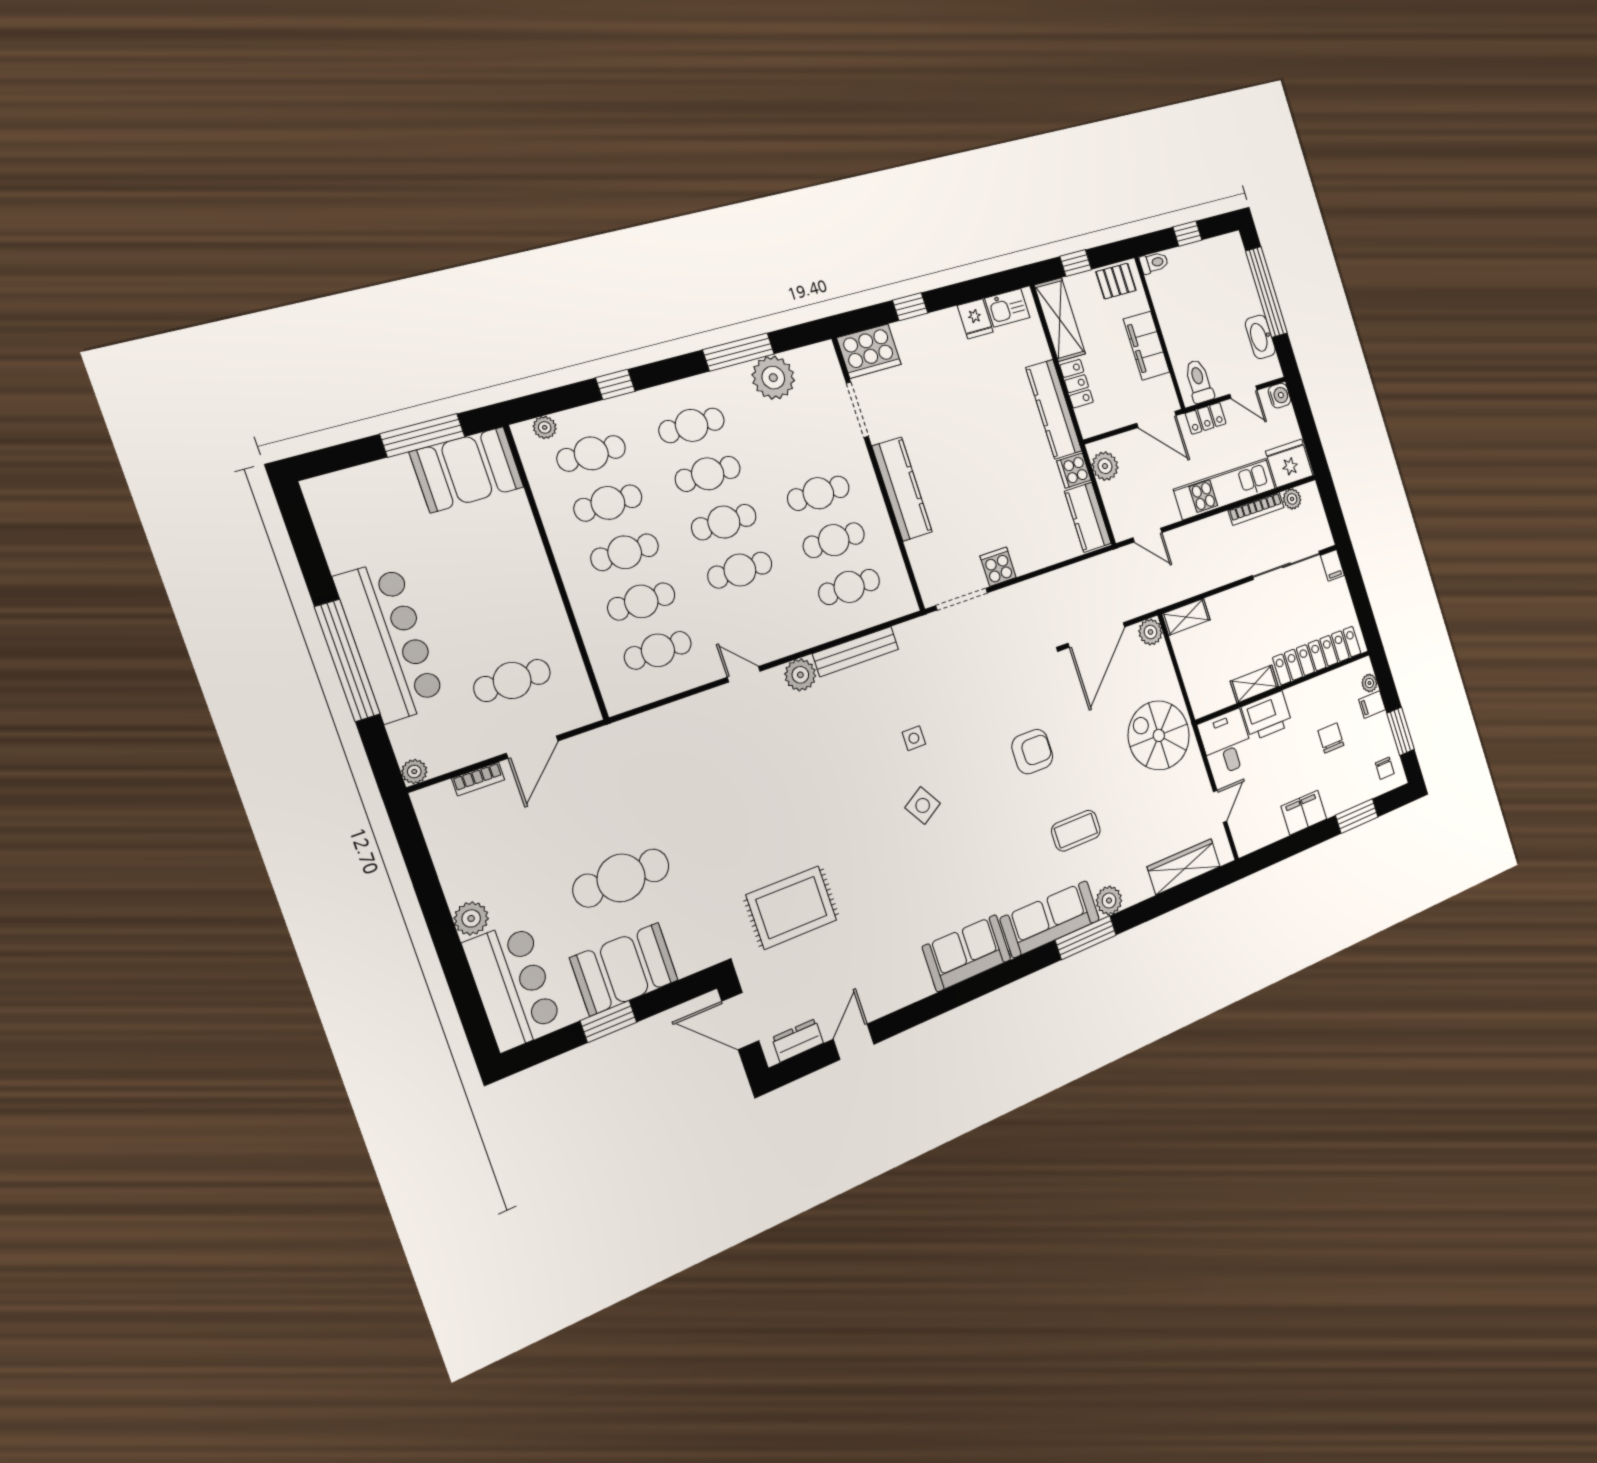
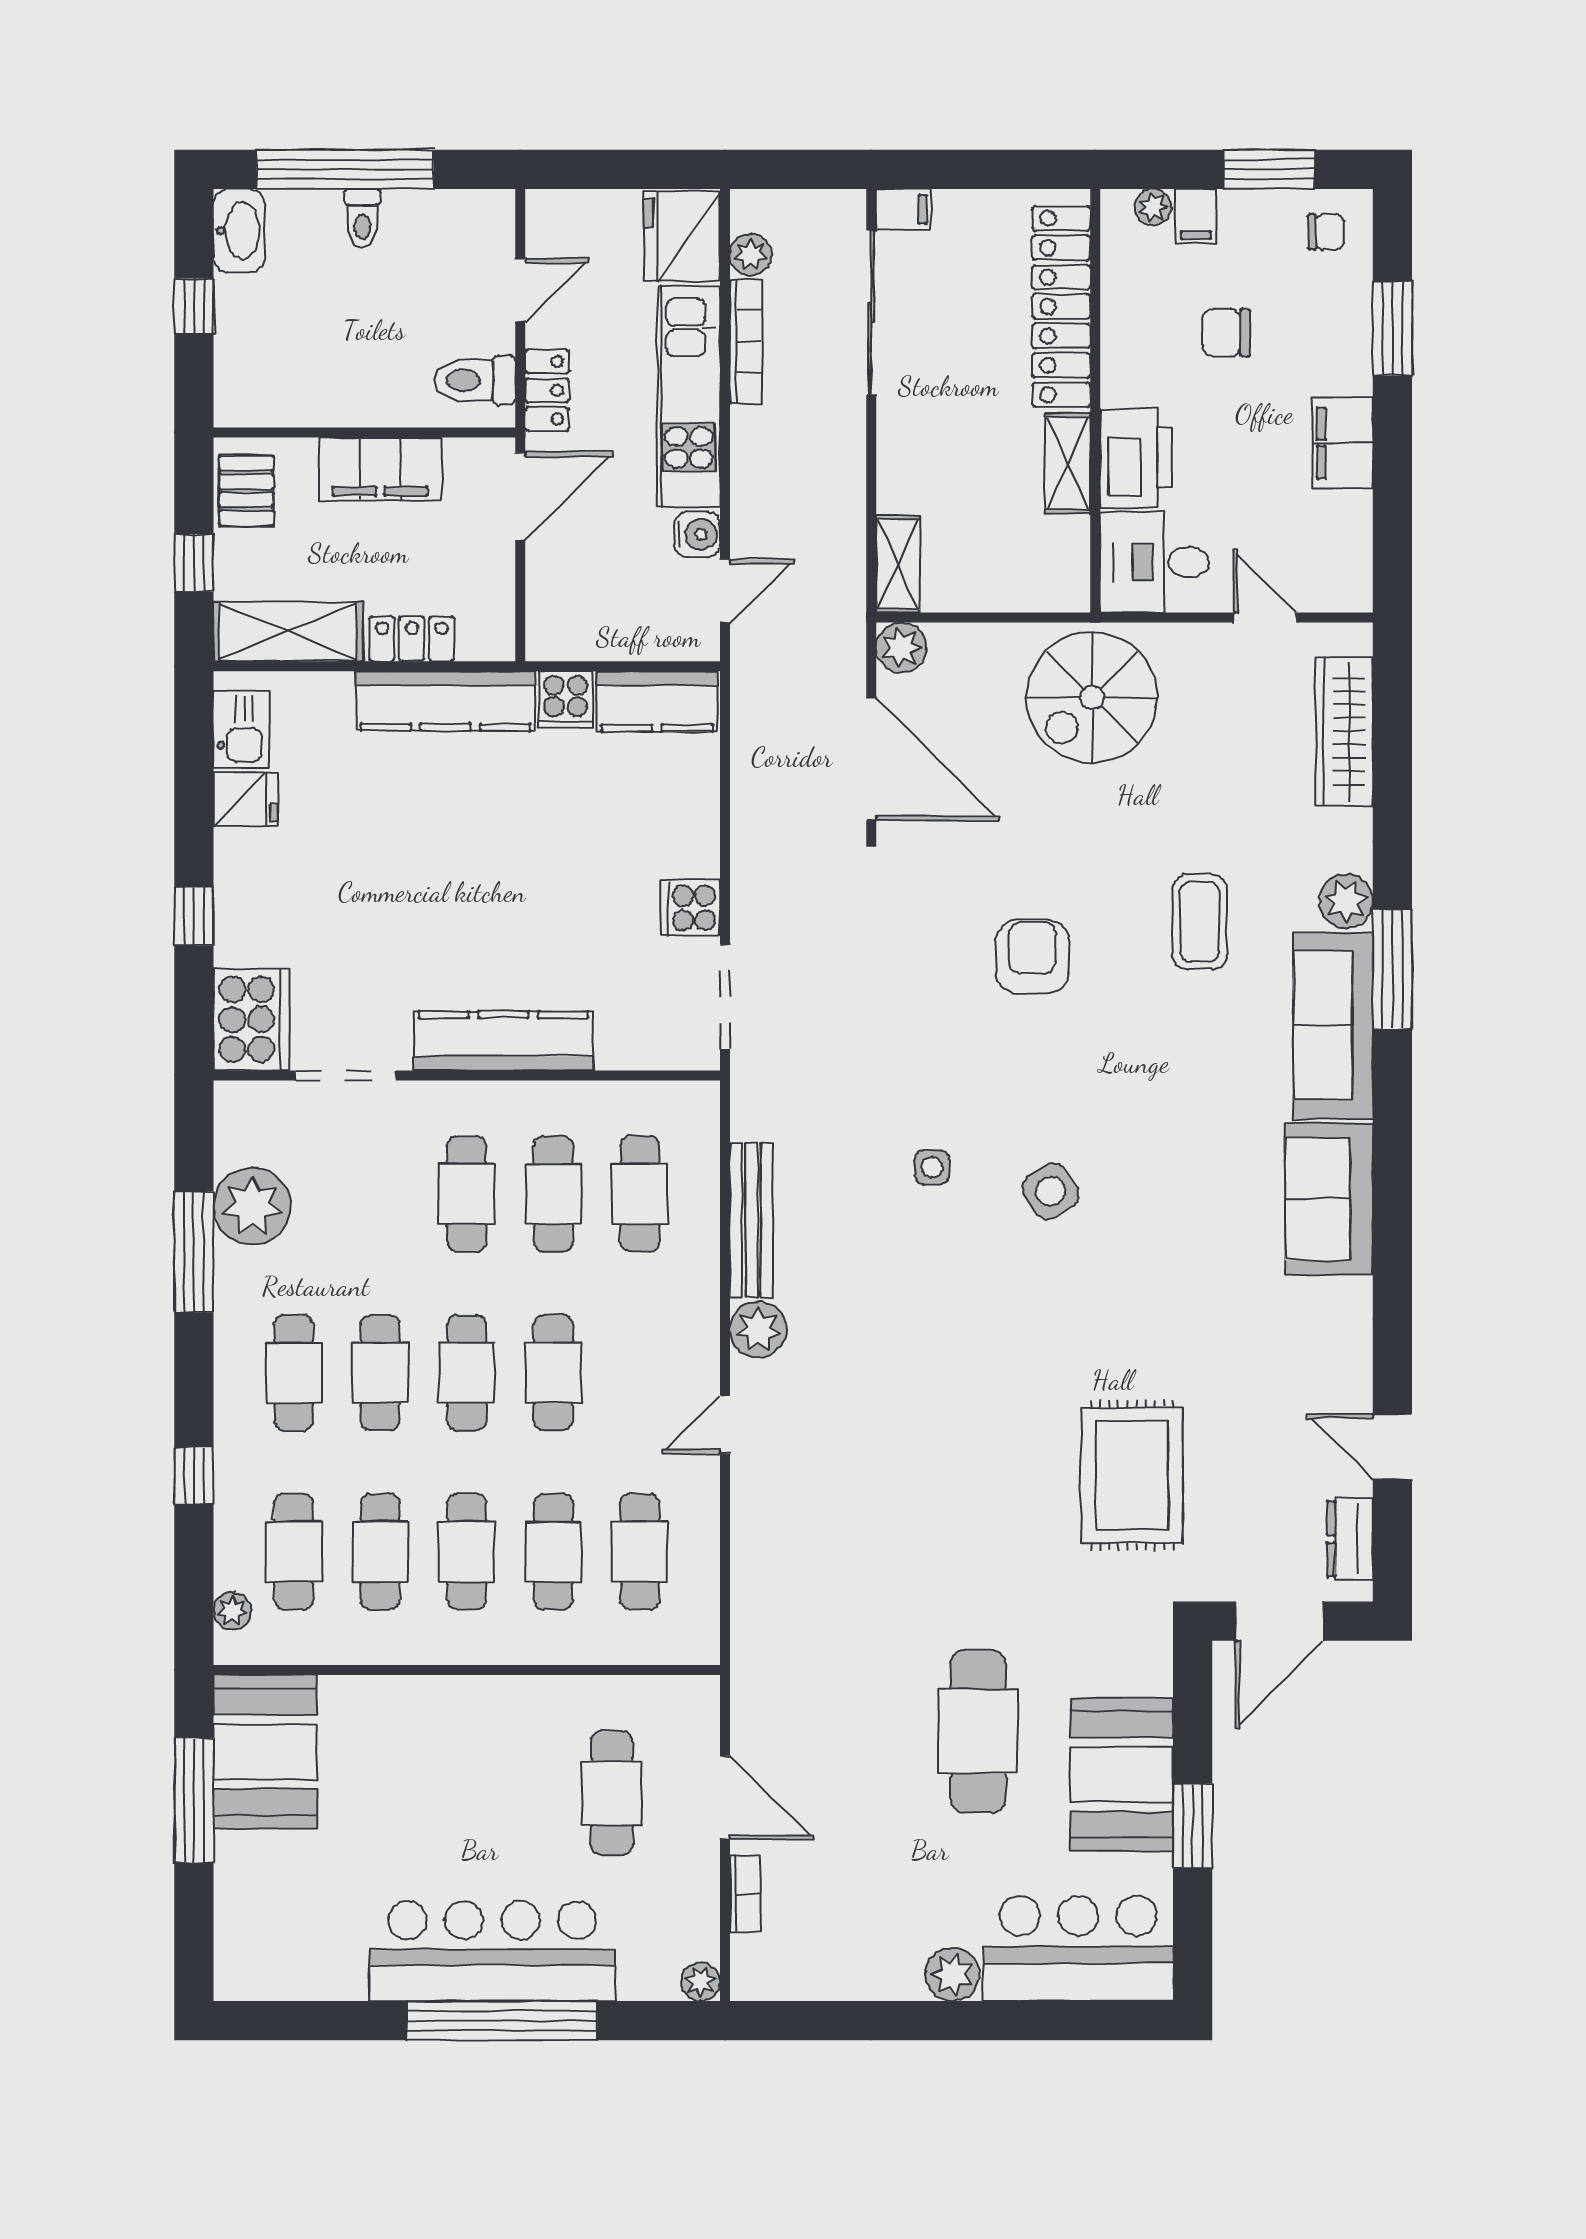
toilet: (1154, 263) -> (362, 218), moved, turned 180
washbasin: (1260, 337) -> (239, 231), moved, turned -90
water cooler: (1279, 396) -> (697, 534), moved, turned 90
plant: (1105, 466) -> (575, 634), removed

